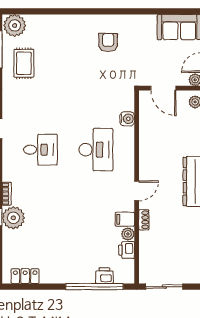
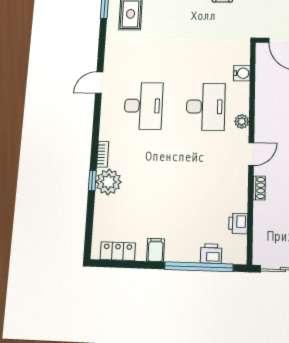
desk: (40, 150) -> (143, 106), width x1.37
filing cabinet: (125, 219) -> (156, 250), moved, turned 90
plant: (128, 234) -> (242, 121), moved

